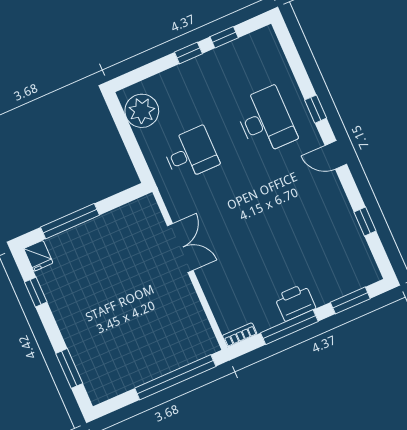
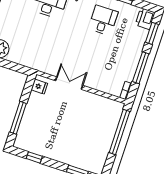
desk: (191, 154) -> (103, 20), moved
fridge: (38, 256) -> (39, 87), moved
printer: (295, 302) -> (145, 19), moved

